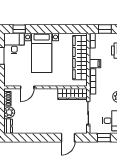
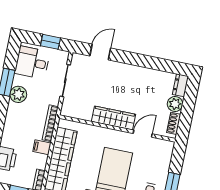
wardrobe: (73, 94) -> (114, 118), moved

